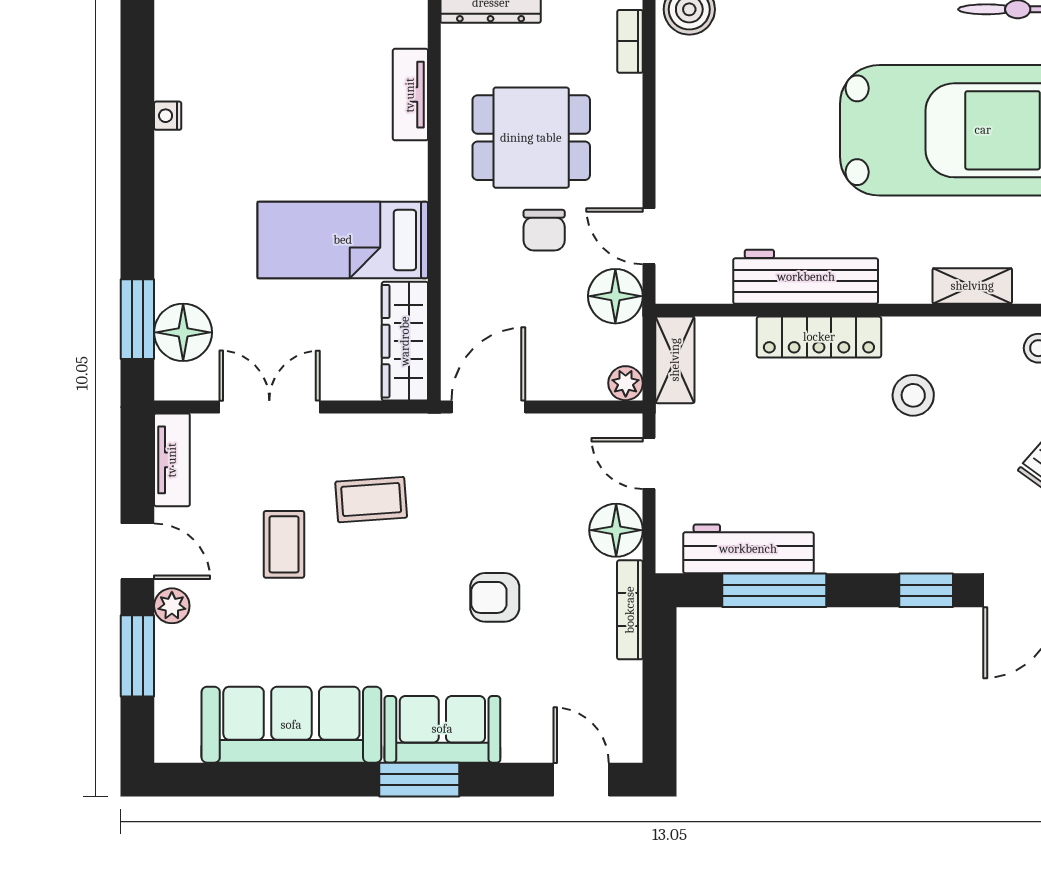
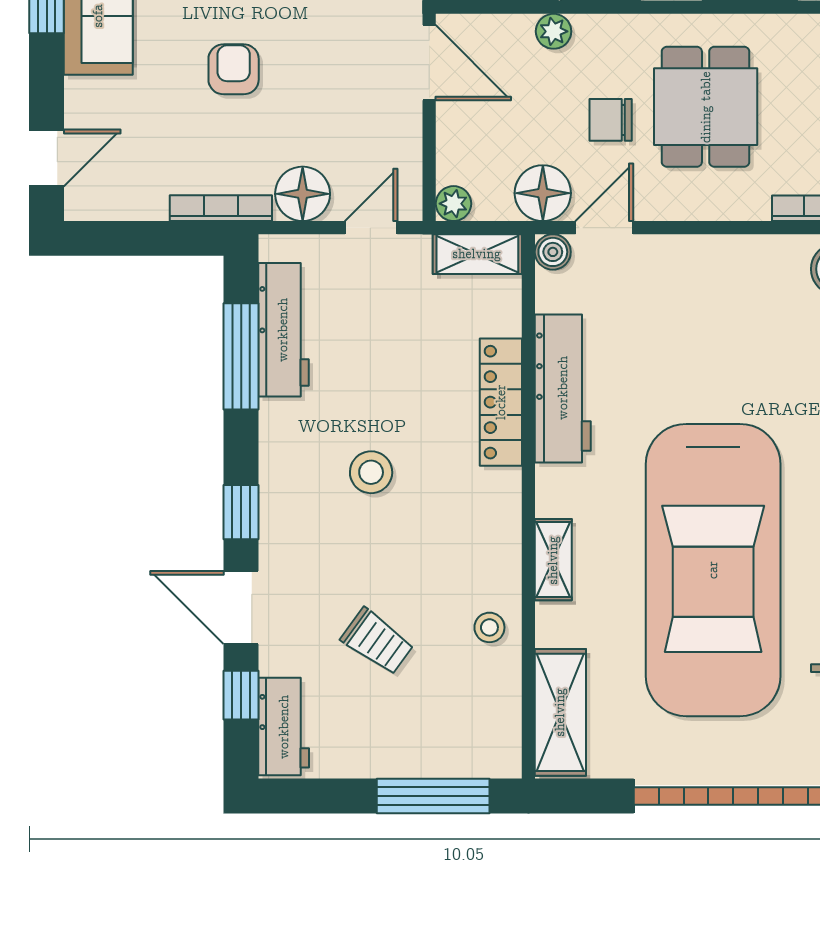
plant: (458, 286) -> (554, 31), added
boiler: (673, 286) -> (553, 252), added
stool: (913, 395) -> (371, 472), moved

